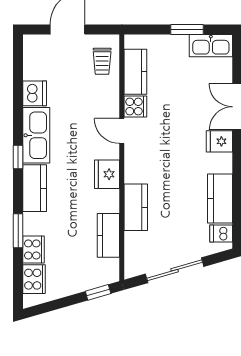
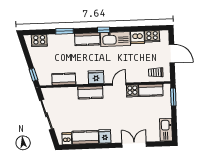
window: (187, 29) -> (173, 97), moved
fridge: (219, 141) -> (105, 136), moved
kitchen counter: (136, 207) -> (90, 93), moved
cooker: (34, 249) -> (152, 36), moved

